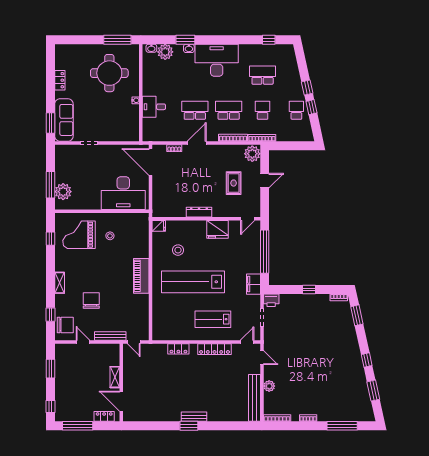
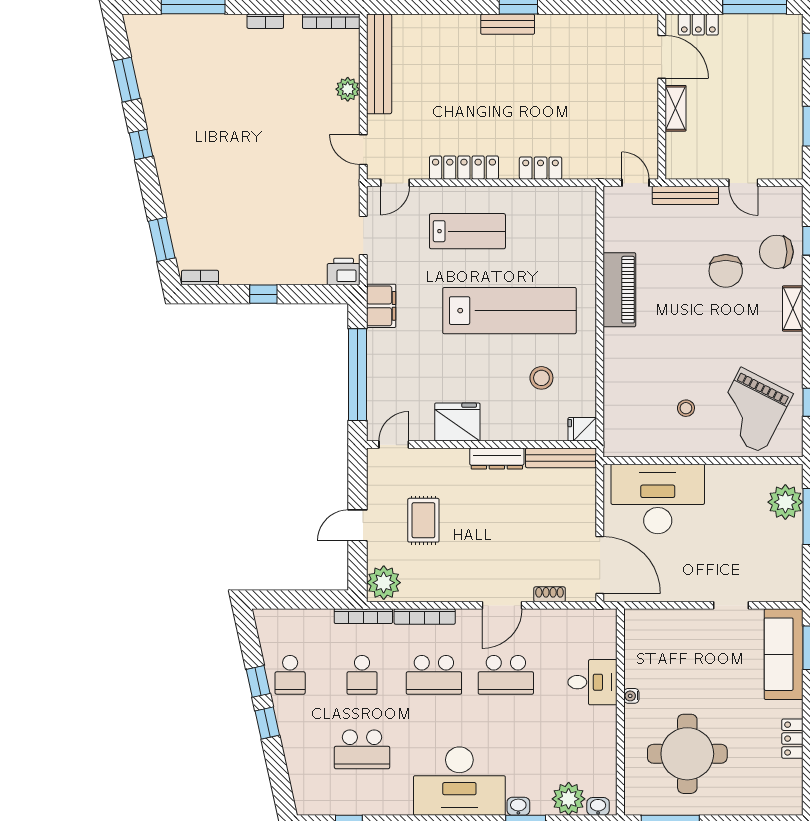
bench: (169, 212) -> (561, 458), added
grand piano: (79, 235) -> (752, 411), turned 117
piano: (141, 276) -> (619, 290), moved
chair: (65, 325) -> (776, 252), moved

